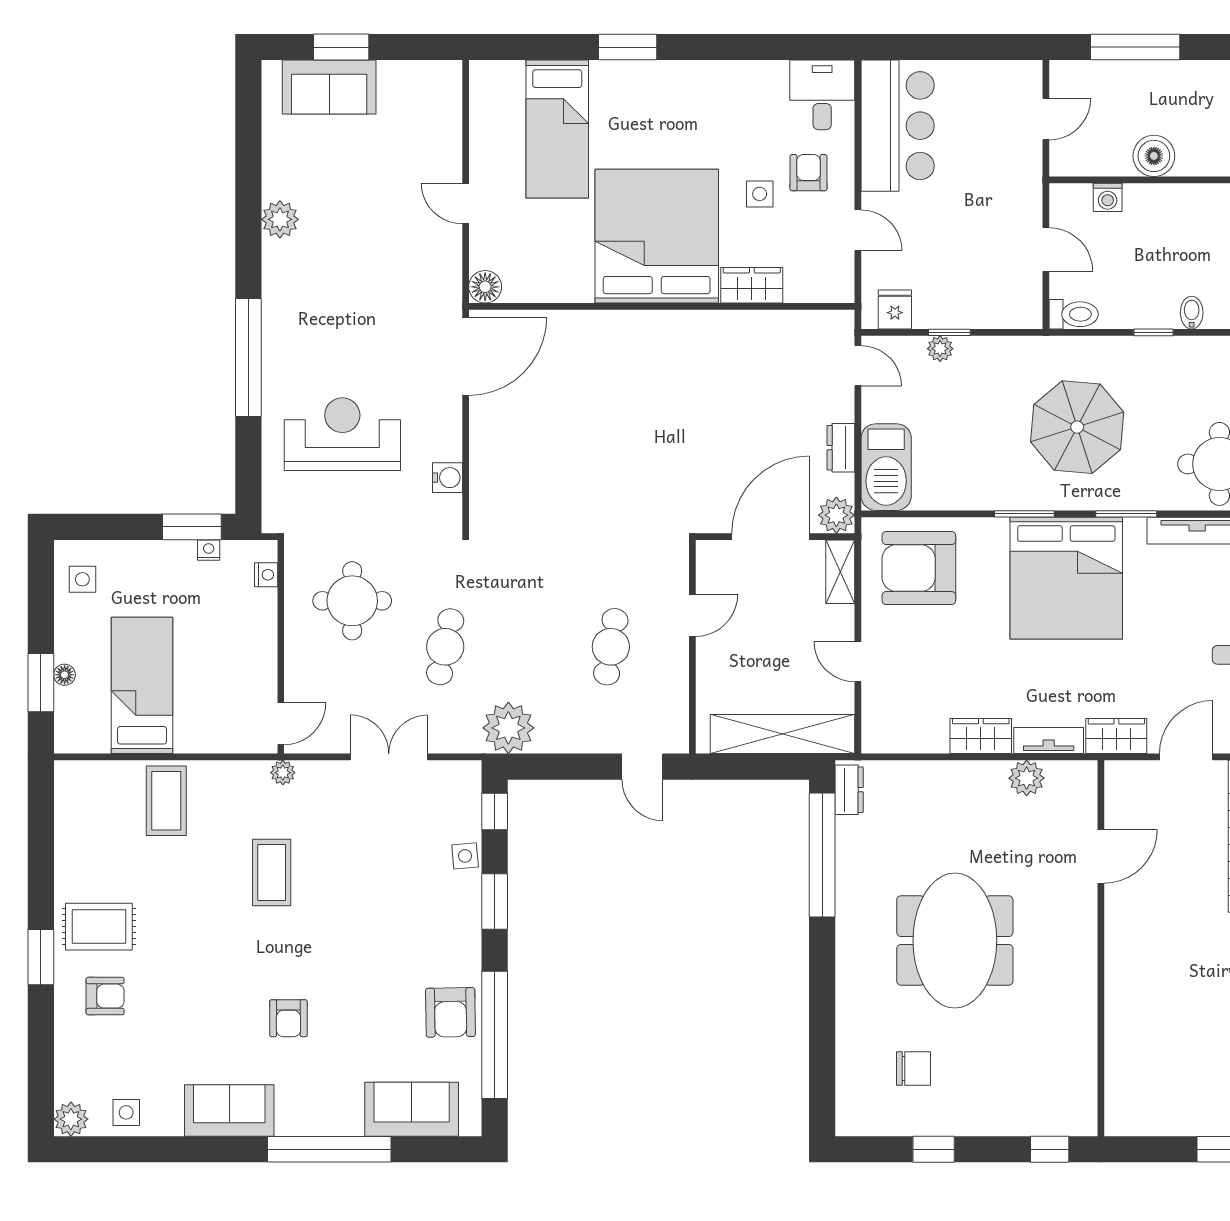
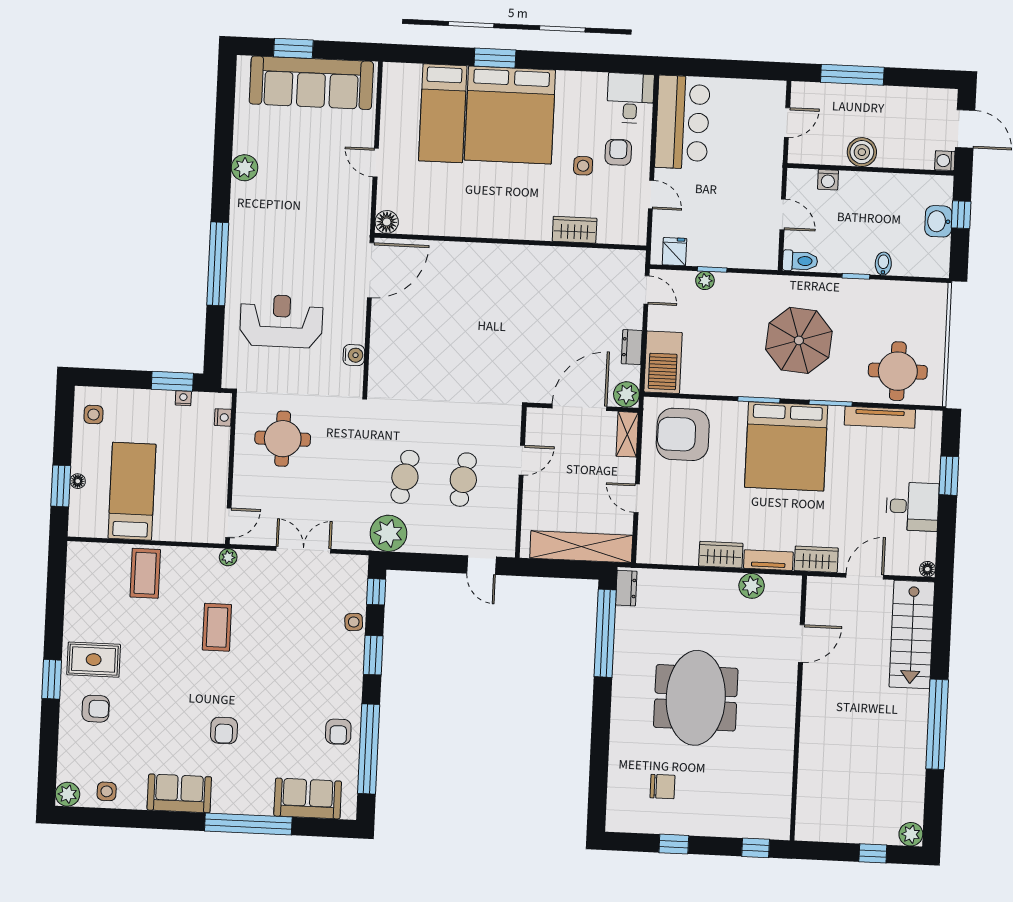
sofa: (329, 87) -> (311, 83), width x1.85, depth x1.27
bed: (657, 236) -> (510, 115), moved, turned 180
cafe table: (445, 647) -> (405, 477), moved
armchair: (451, 1012) -> (338, 732), width x0.72, depth x0.72

